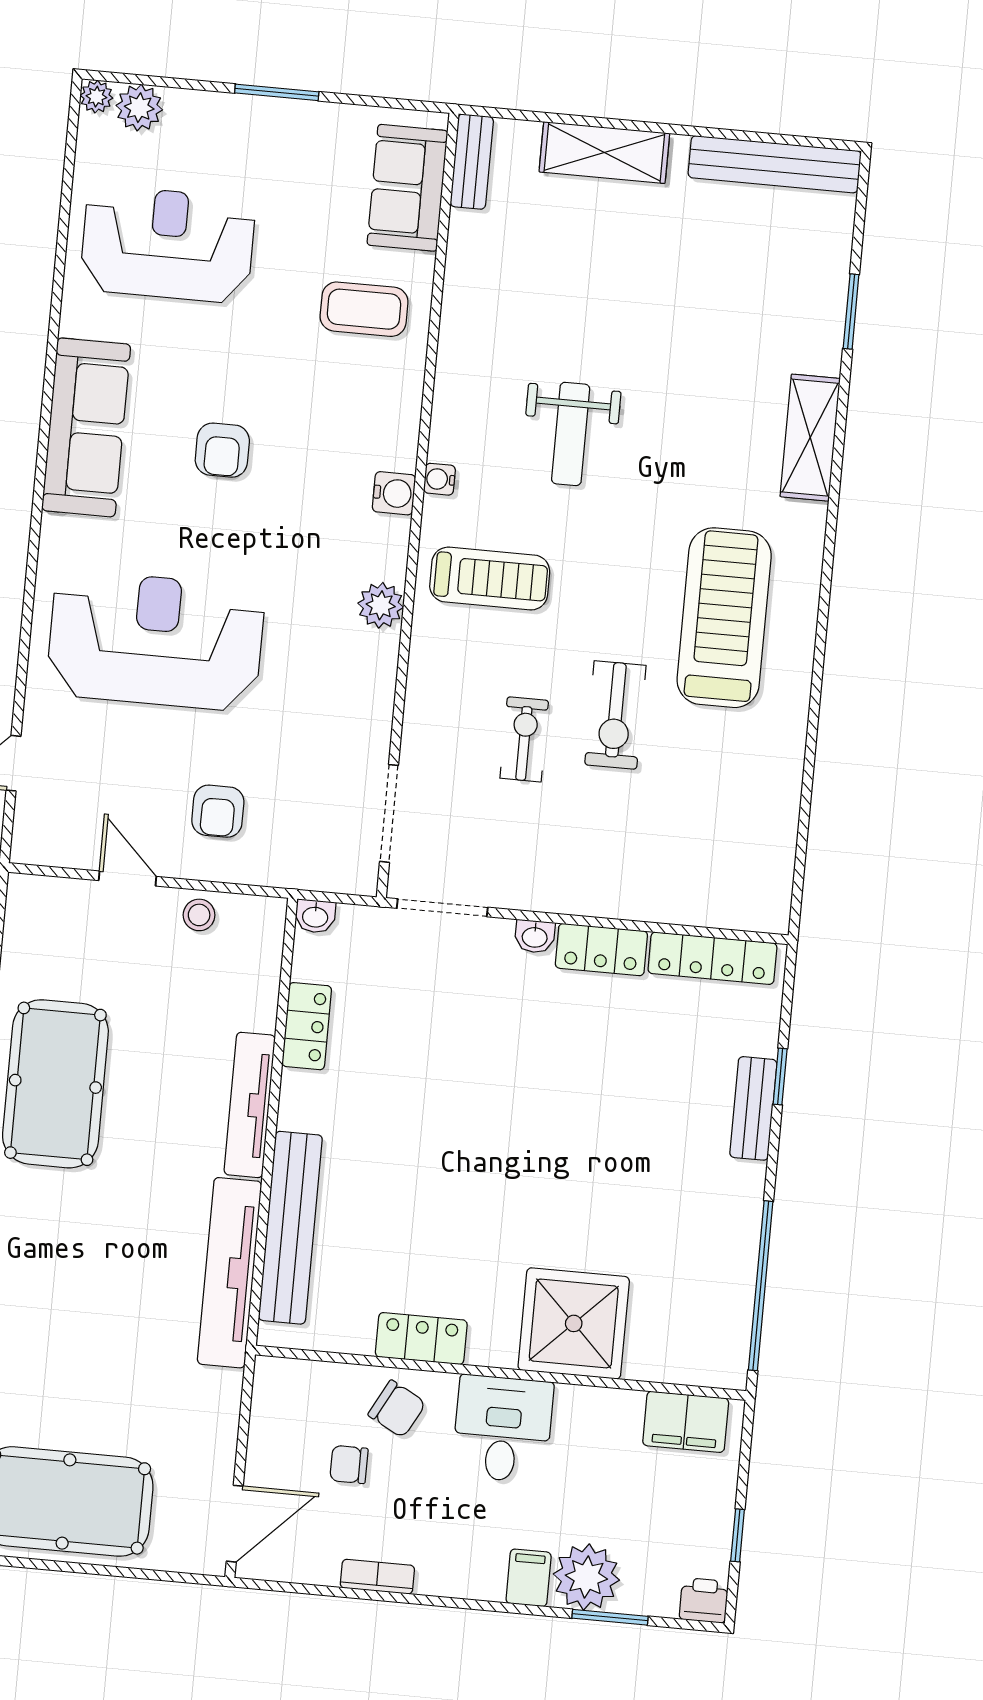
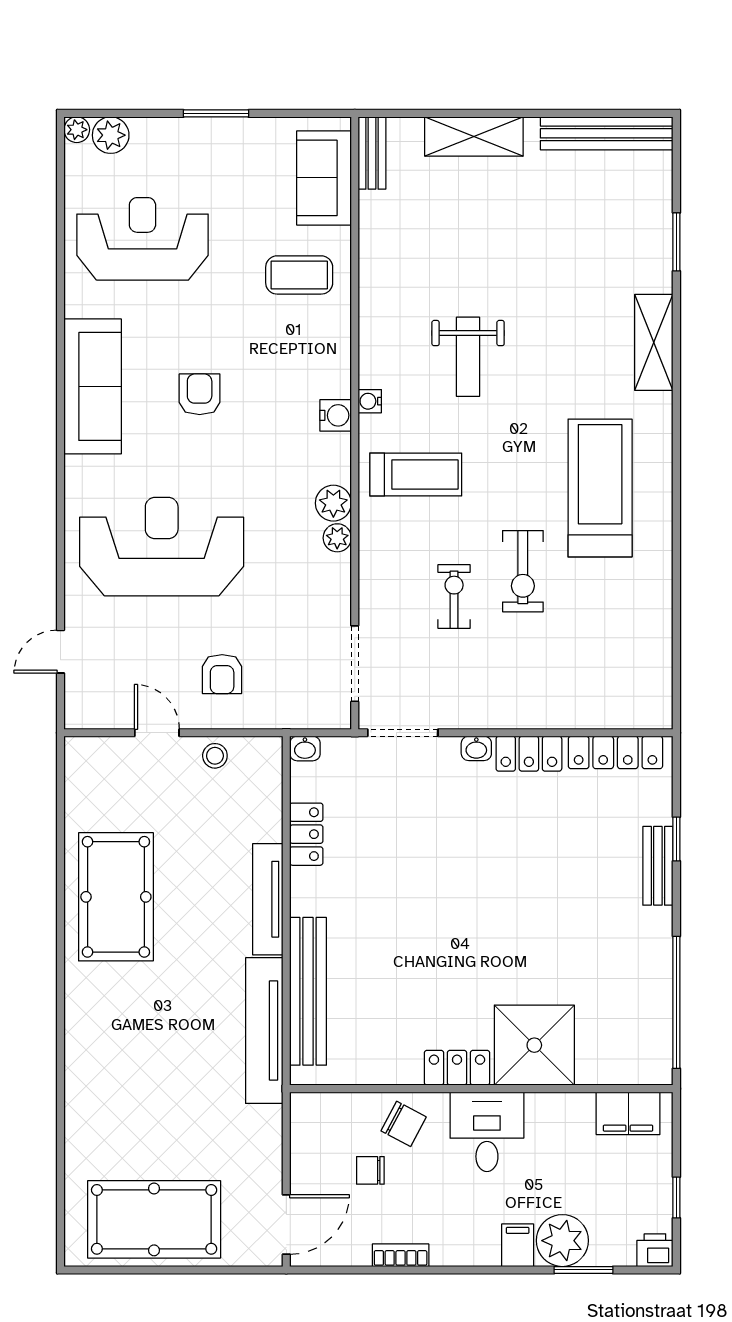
armchair: (222, 450) -> (200, 394), turned 180
plant: (382, 650) -> (337, 538), added
locker: (421, 1339) -> (457, 1068), moved

